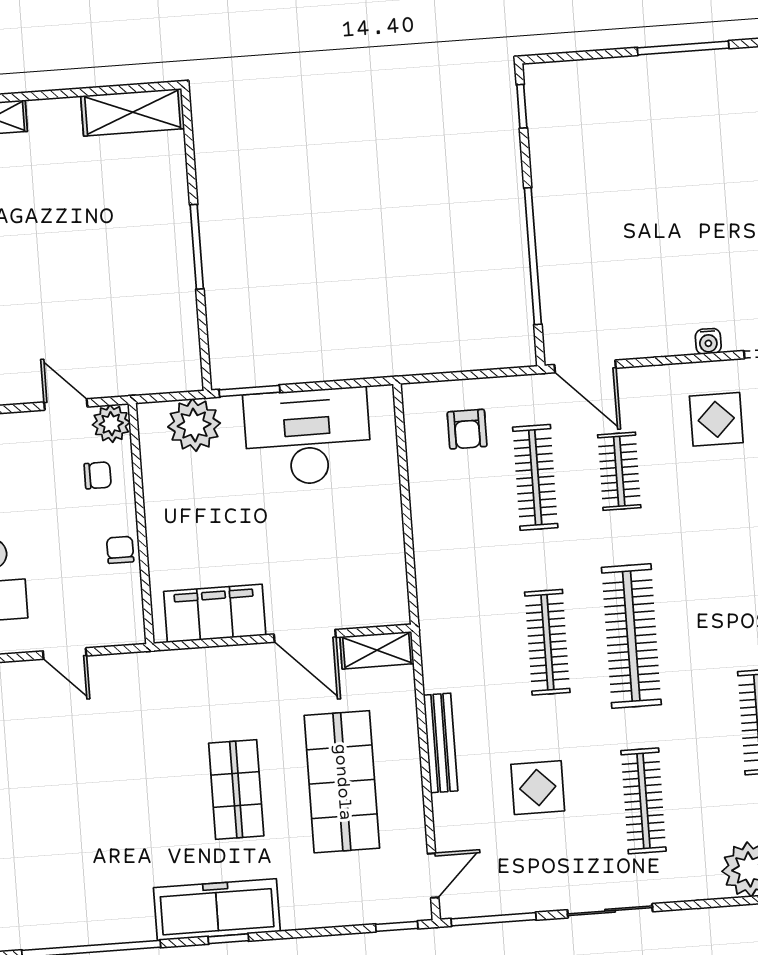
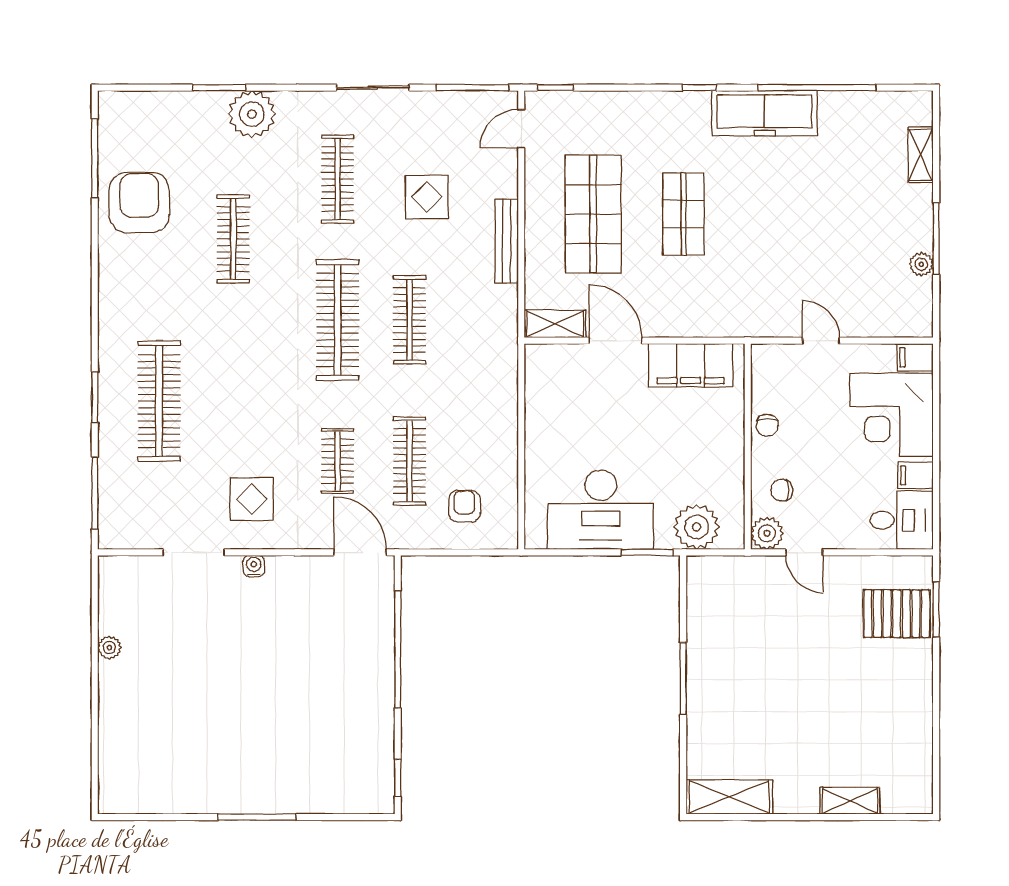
freezer: (217, 910) -> (764, 113), moved

